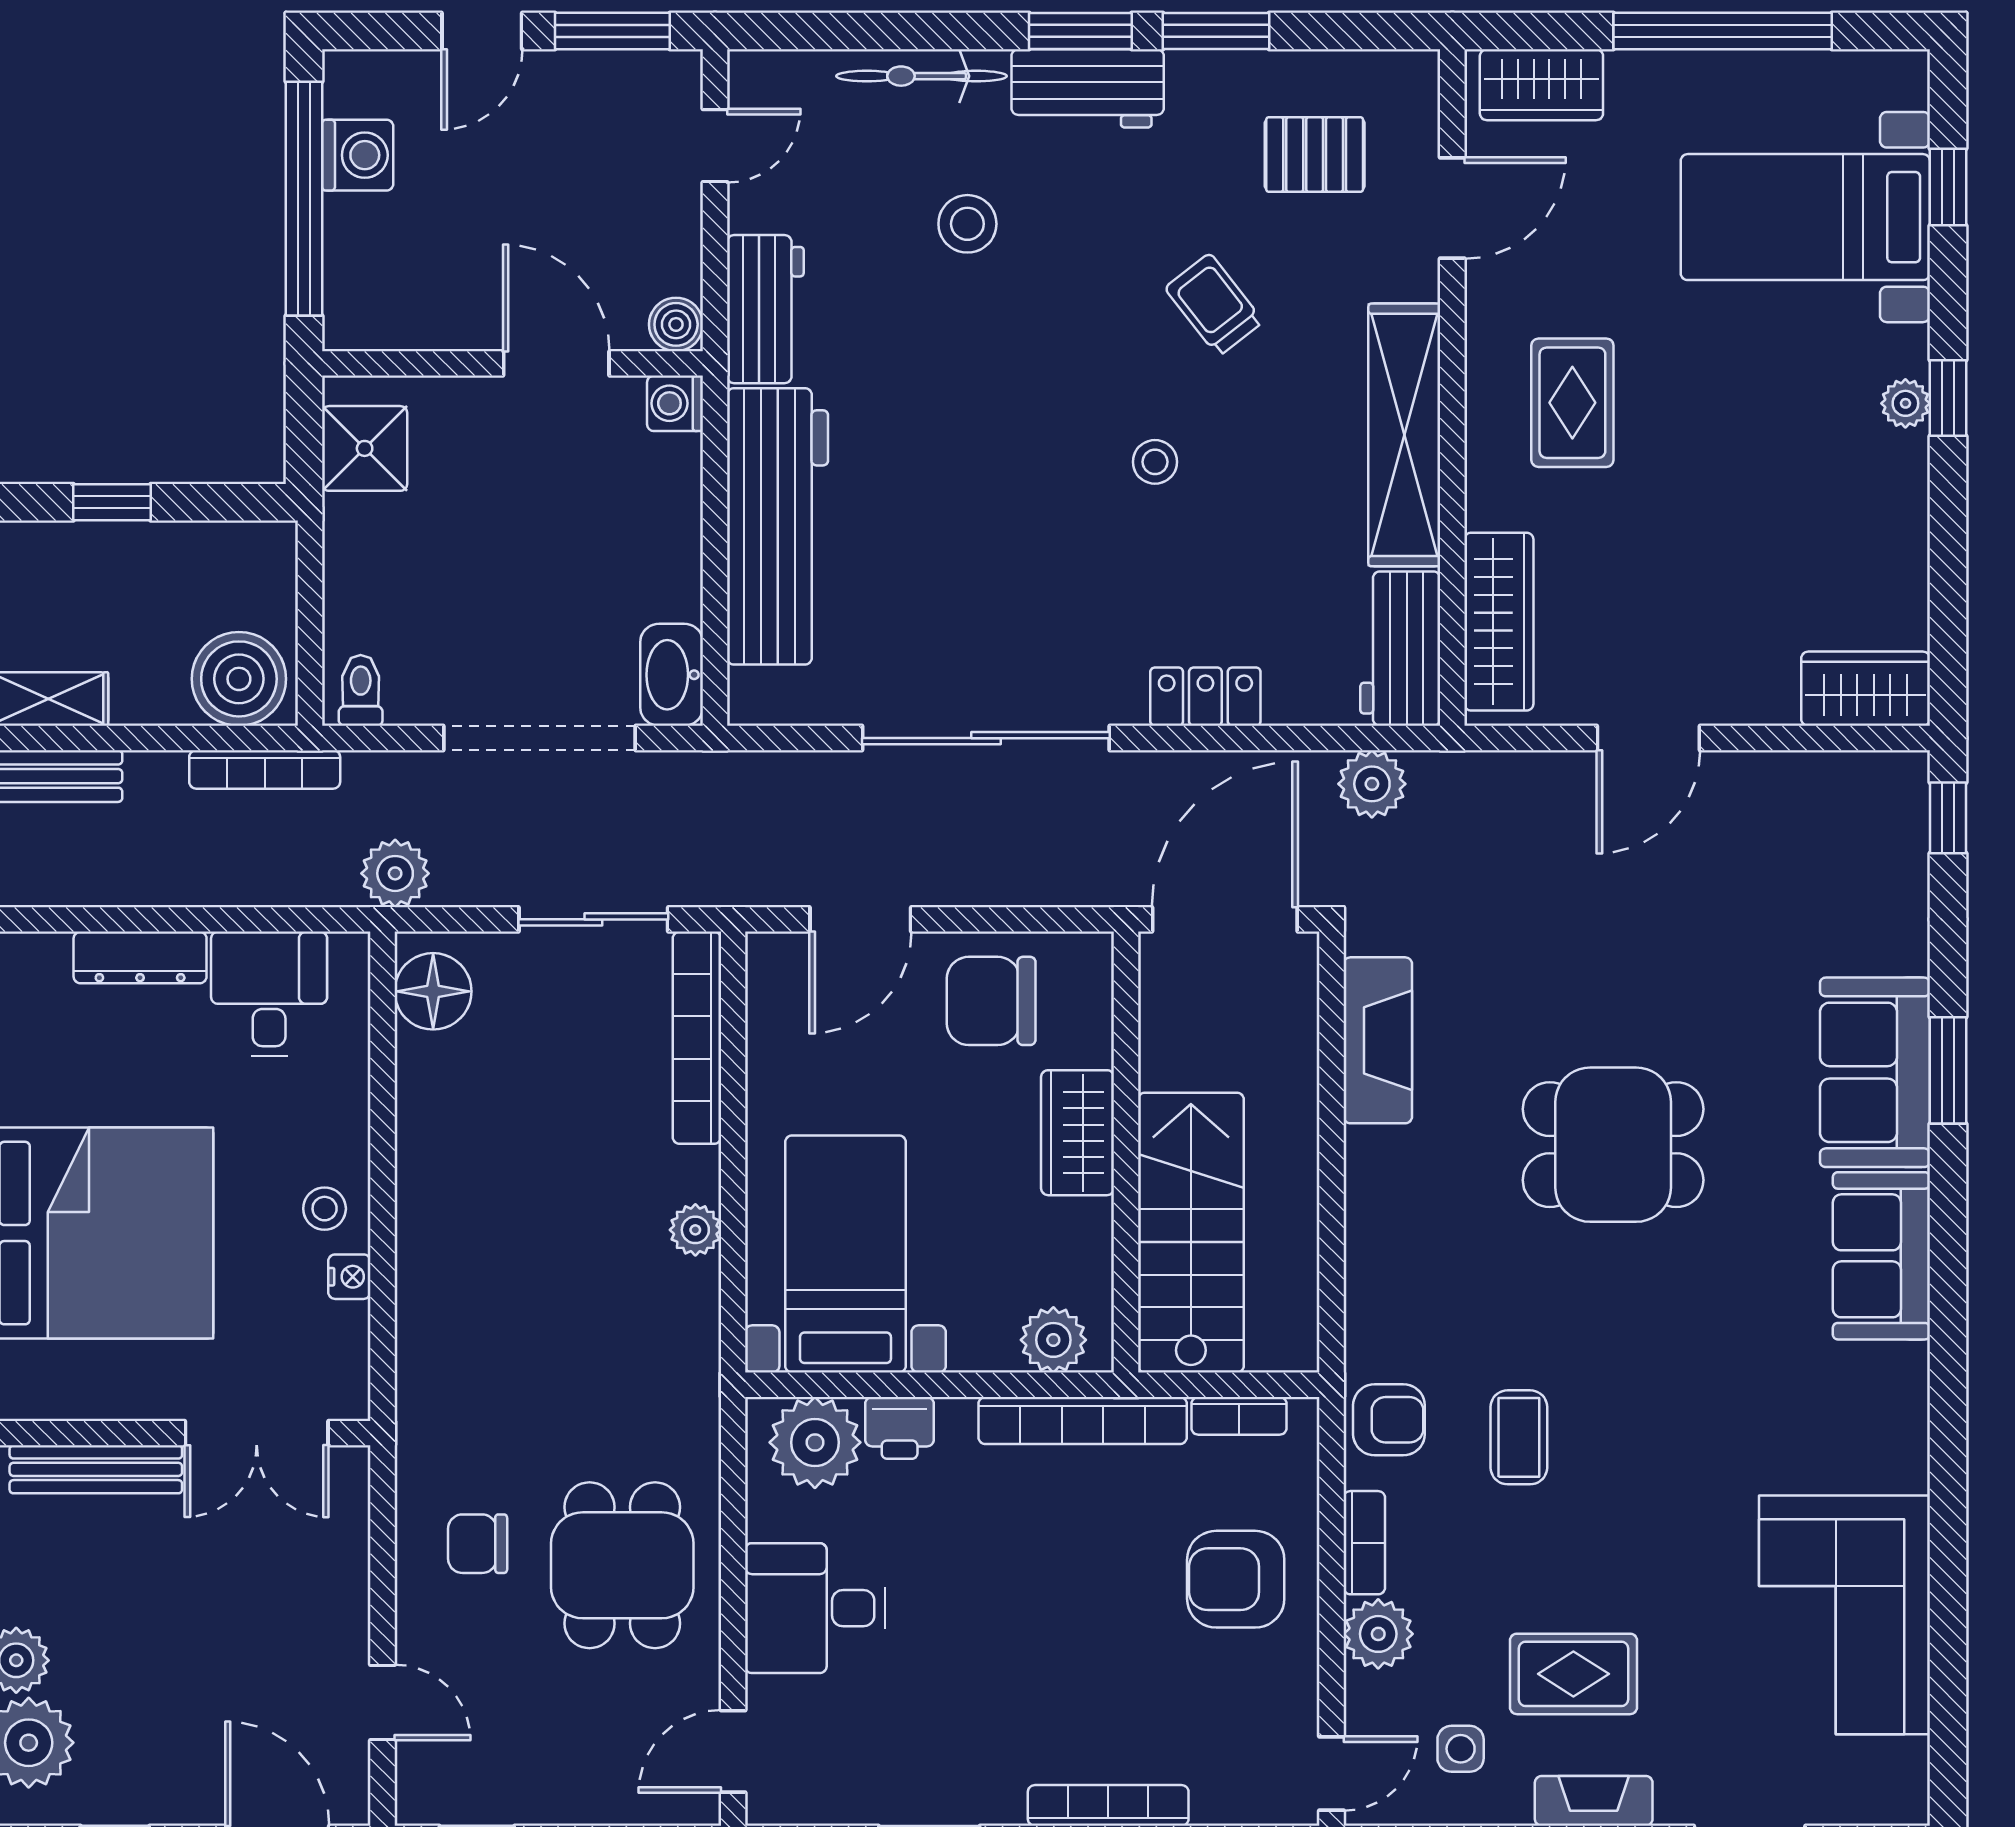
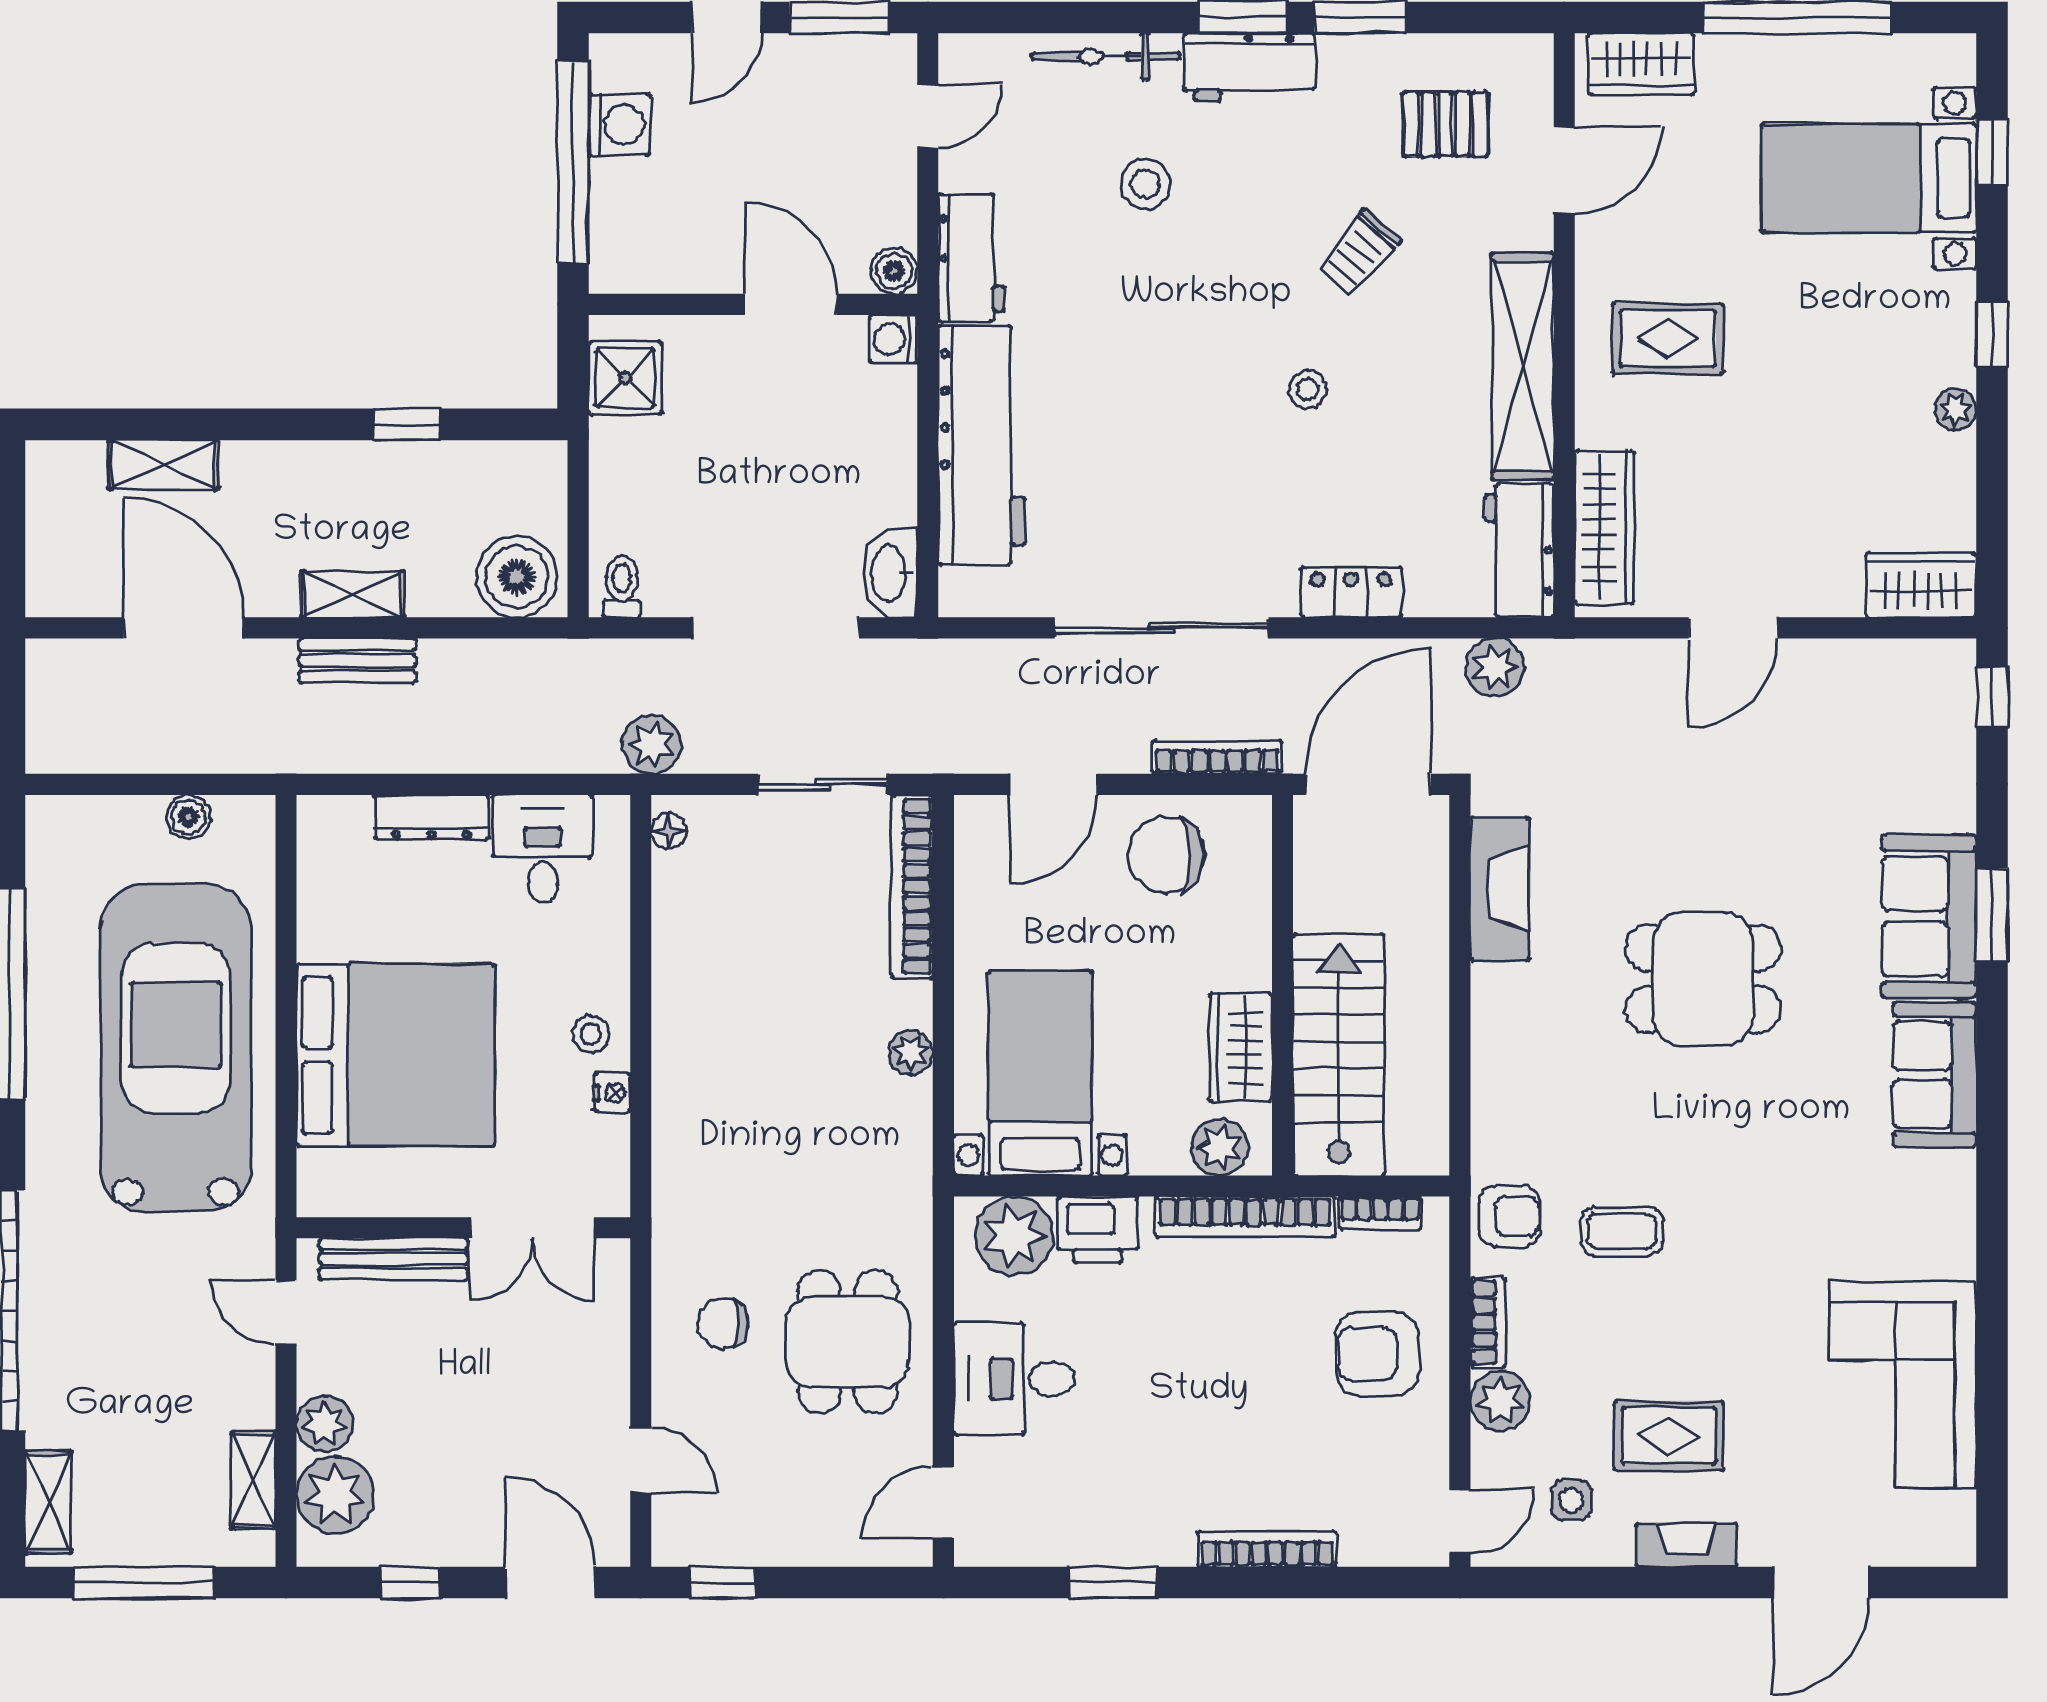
trolley: (1214, 305) -> (1358, 254), turned -102
rug: (1572, 403) -> (1668, 338), turned 90
plant: (1905, 403) -> (1955, 409), moved
bookcase: (265, 769) -> (1217, 757), moved, turned 180
floor lamp: (433, 991) -> (669, 831), width x0.53, depth x0.53
wardrobe: (1078, 1133) -> (1241, 1047), moved
printer: (900, 1428) -> (1098, 1230), width x1.36, depth x1.24
coffee table: (1519, 1437) -> (1622, 1231), turned 90

